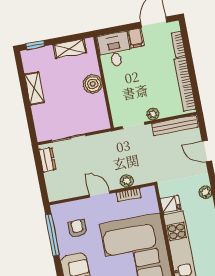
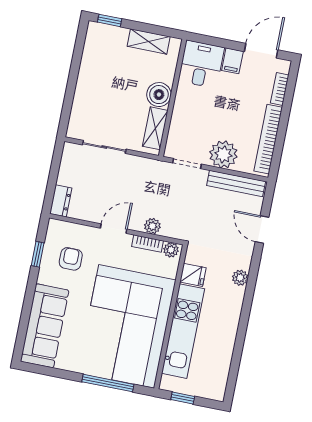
shelving: (34, 88) -> (155, 128), moved
plant: (153, 114) -> (223, 154), width x1.88, depth x1.88
dresser: (48, 160) -> (61, 201), moved
plant: (147, 193) -> (171, 250), added
door: (100, 194) -> (114, 229), hinge flipped
window: (52, 235) -> (38, 254), width x0.46

